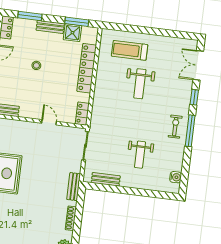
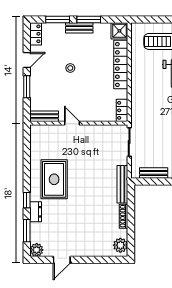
window: (77, 22) -> (89, 19), moved
shower: (72, 33) -> (119, 31), moved
door: (49, 122) -> (72, 123), moved
bench: (74, 187) -> (122, 184), width x1.36

